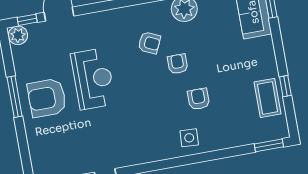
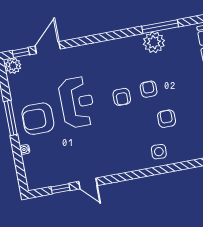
armchair: (149, 43) -> (122, 97), moved, turned 65
water cooler: (31, 134) -> (25, 149), added

